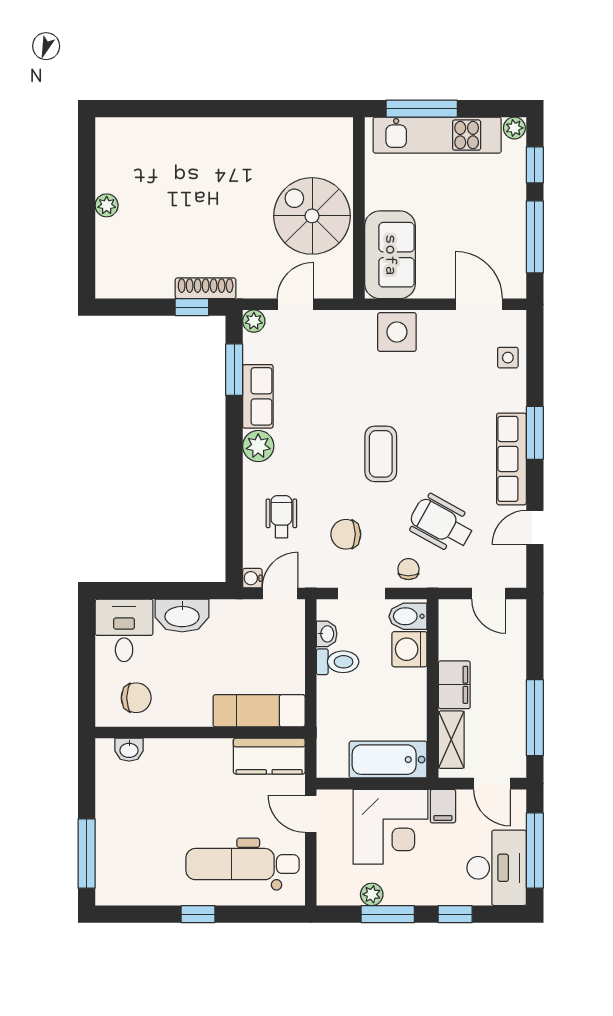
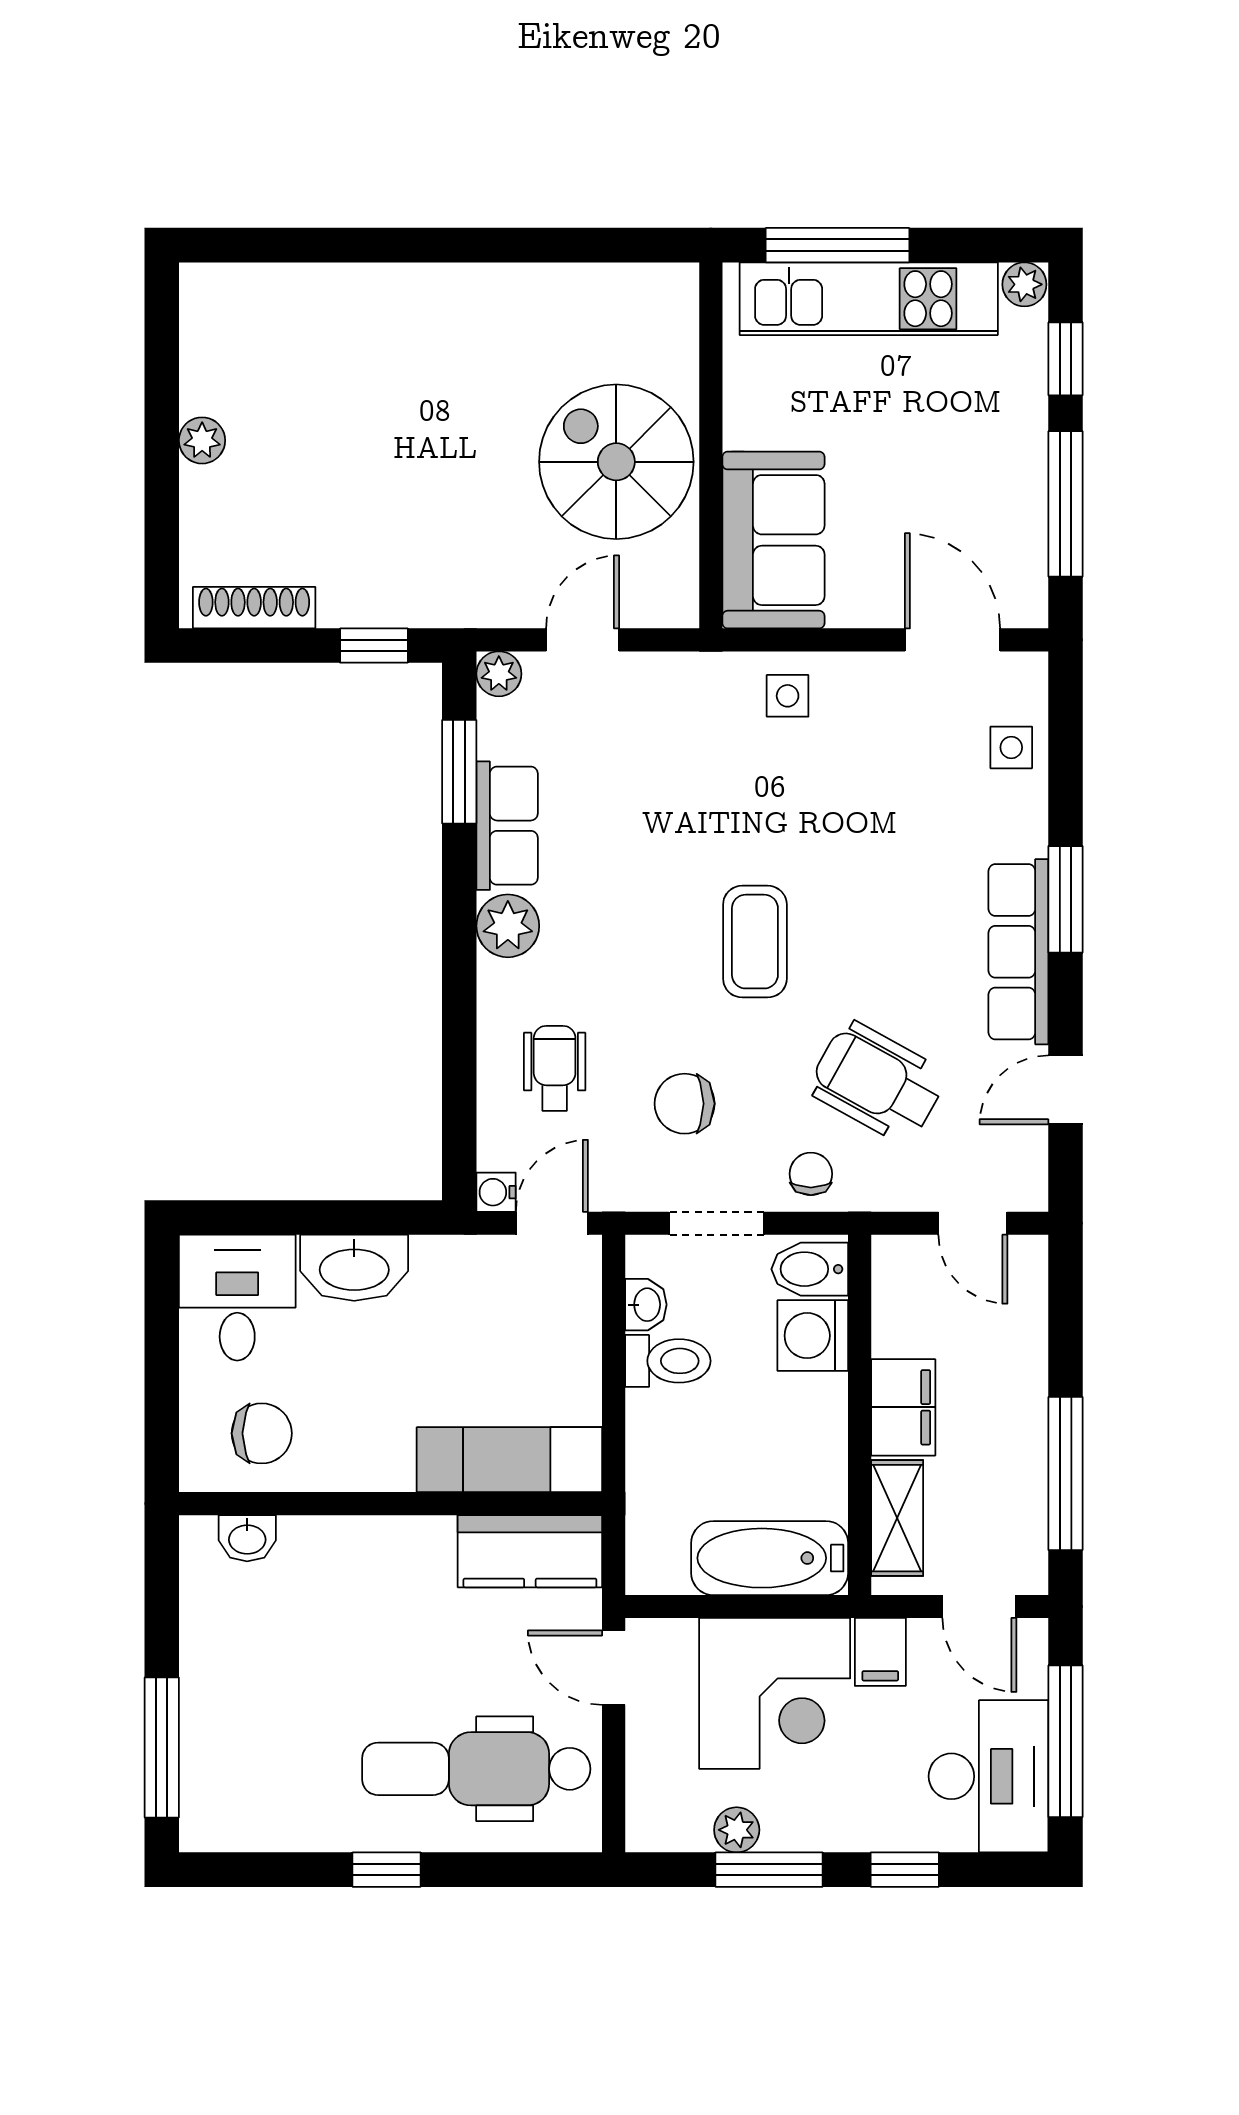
shoe rack: (206, 288) -> (254, 608), moved
side table: (397, 332) -> (788, 696), width x0.54, depth x0.54

